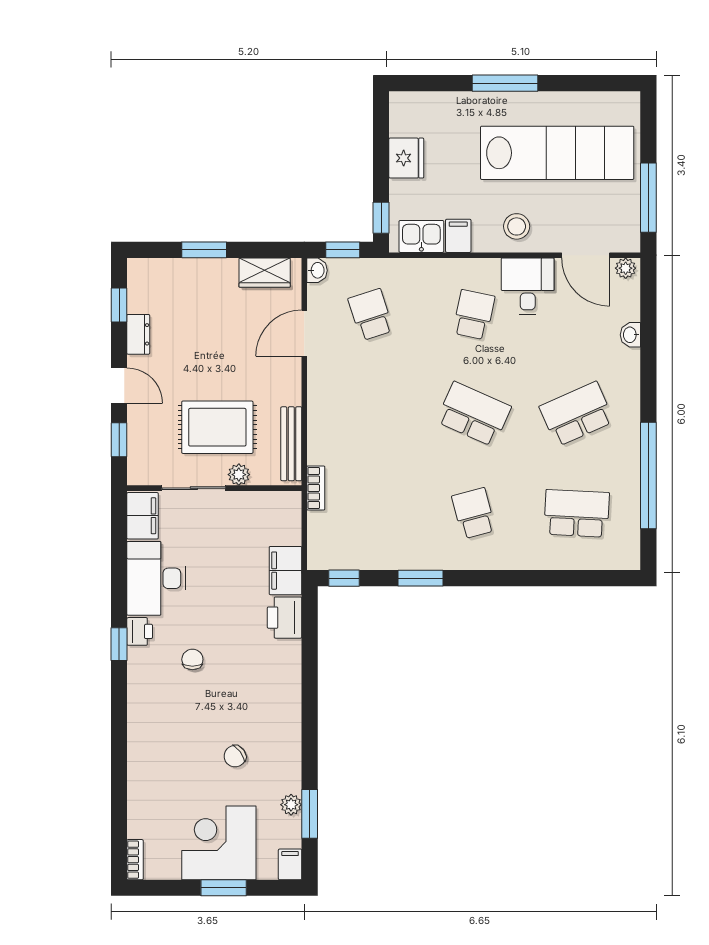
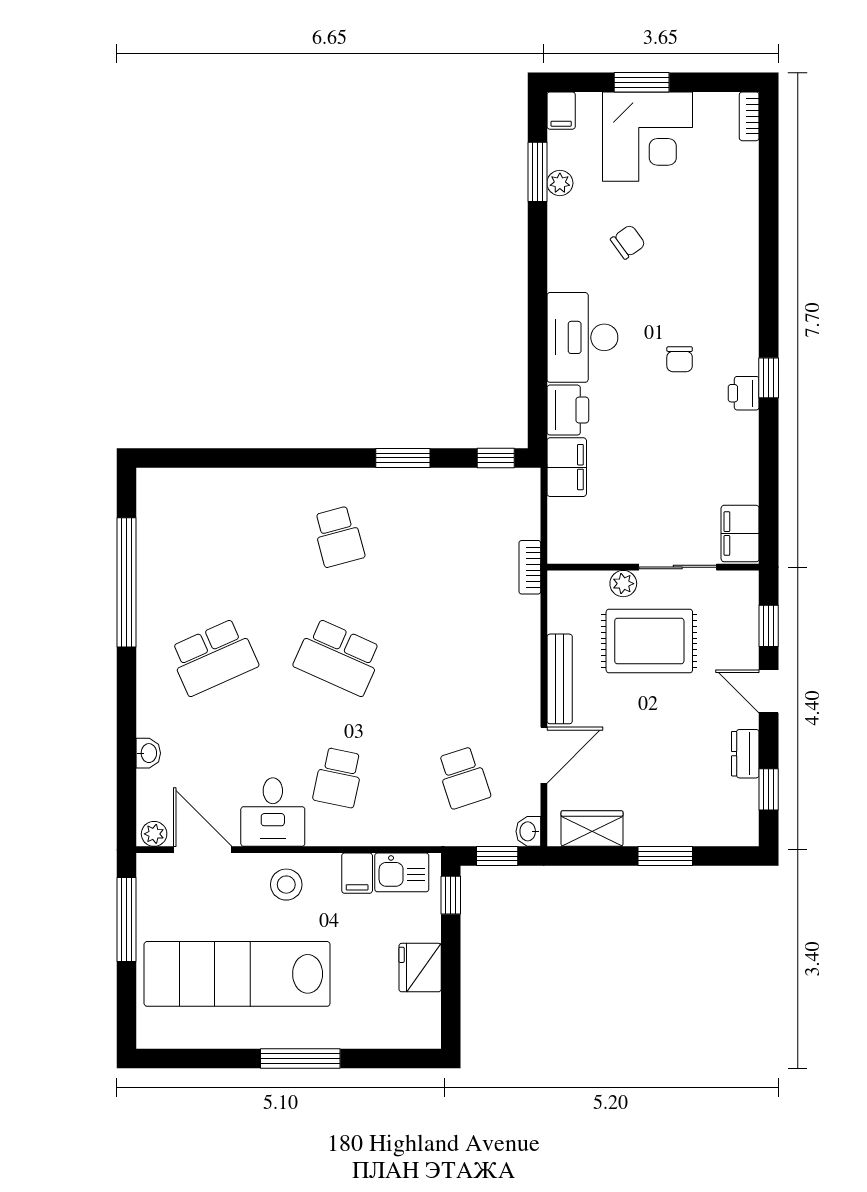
bench: (291, 444) -> (560, 679), moved
school desk: (577, 513) -> (213, 537), removed
desk: (156, 578) -> (582, 337), moved, turned 180

